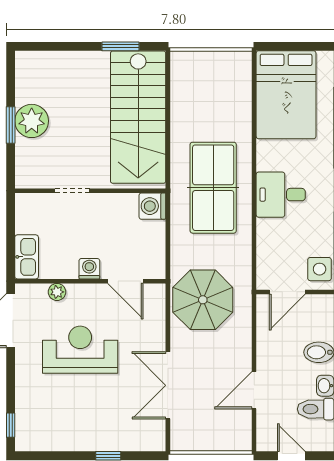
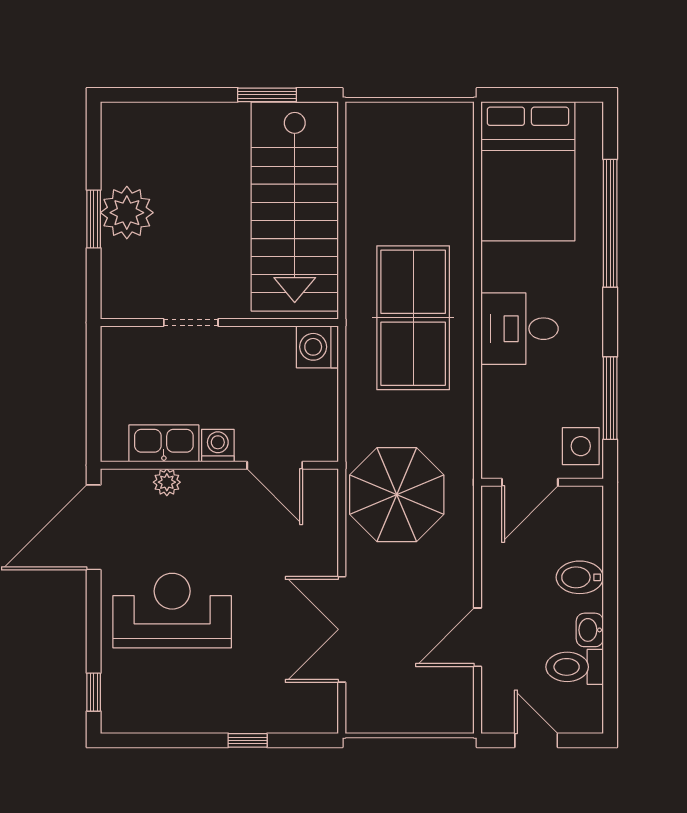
kitchen sink: (27, 257) -> (164, 443), moved, turned -90
reception desk: (80, 350) -> (172, 611), moved

